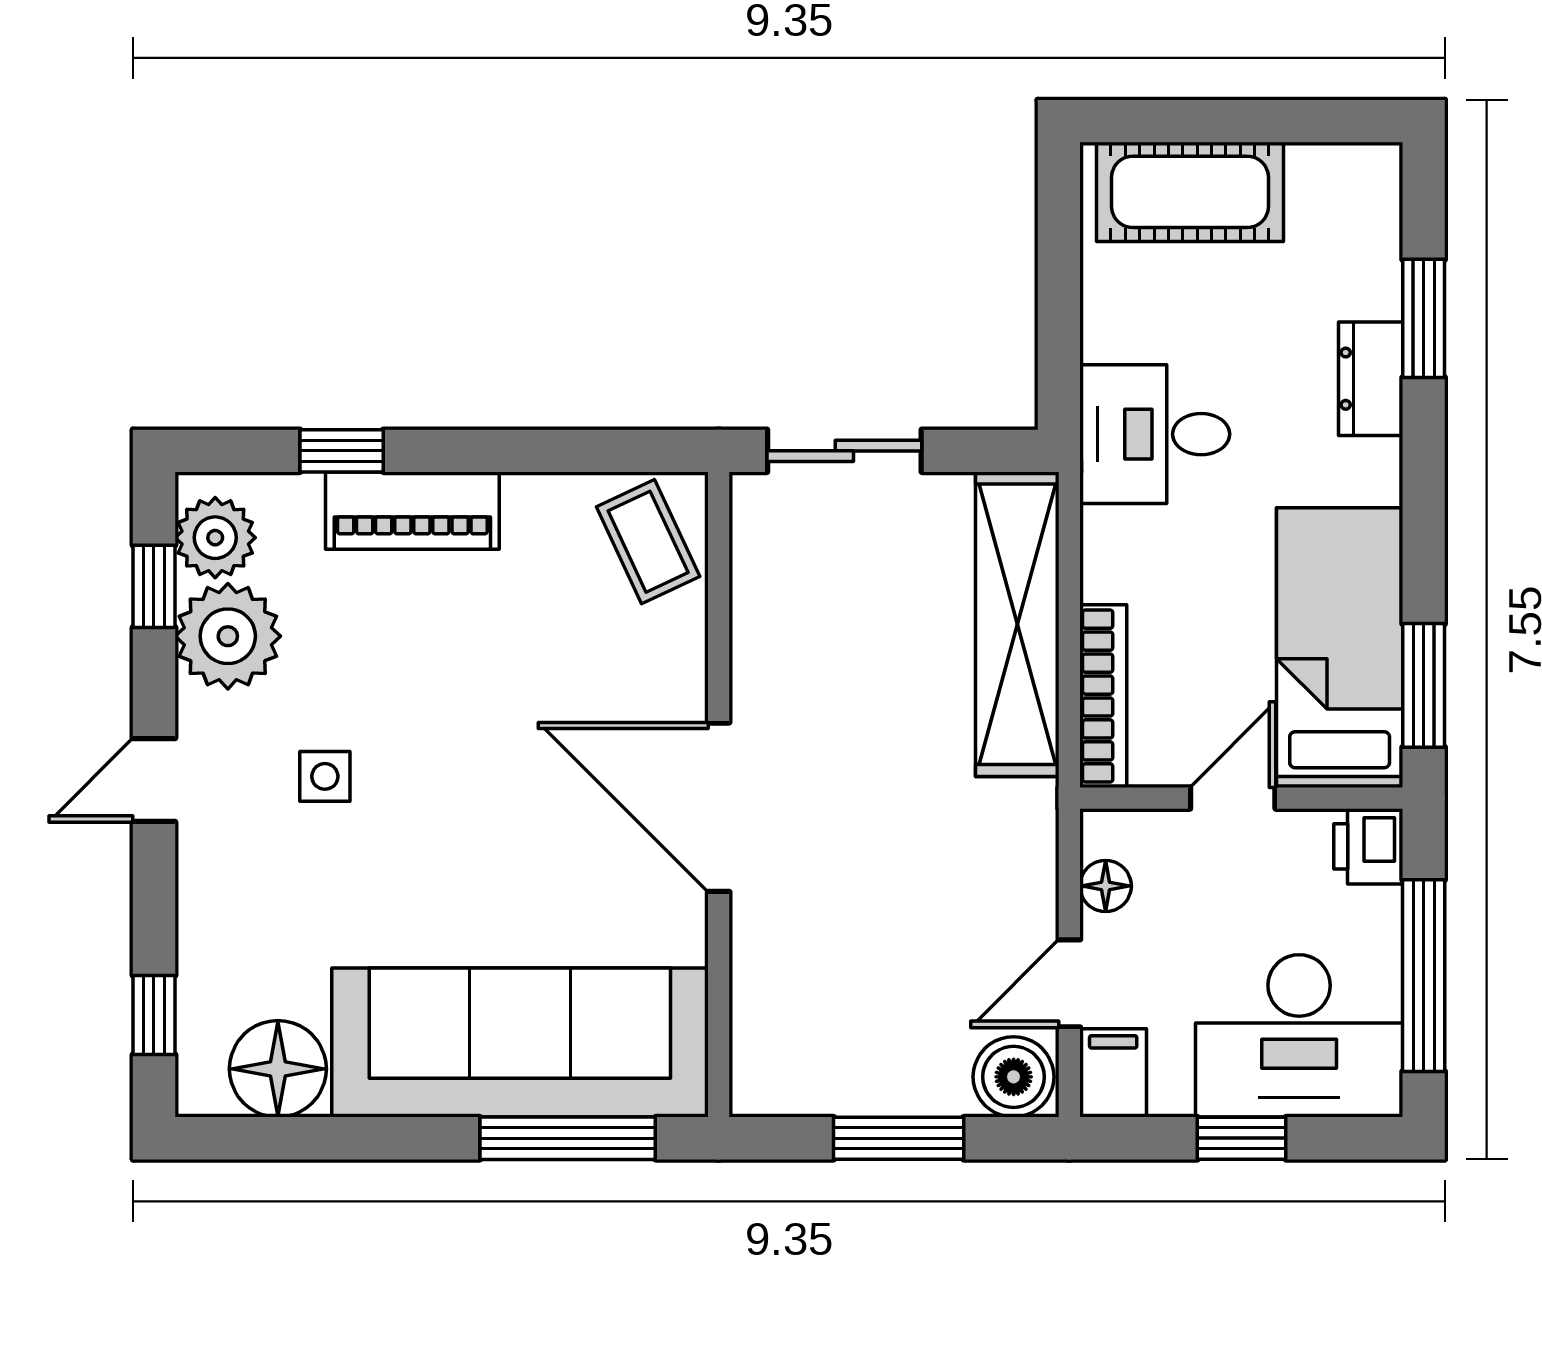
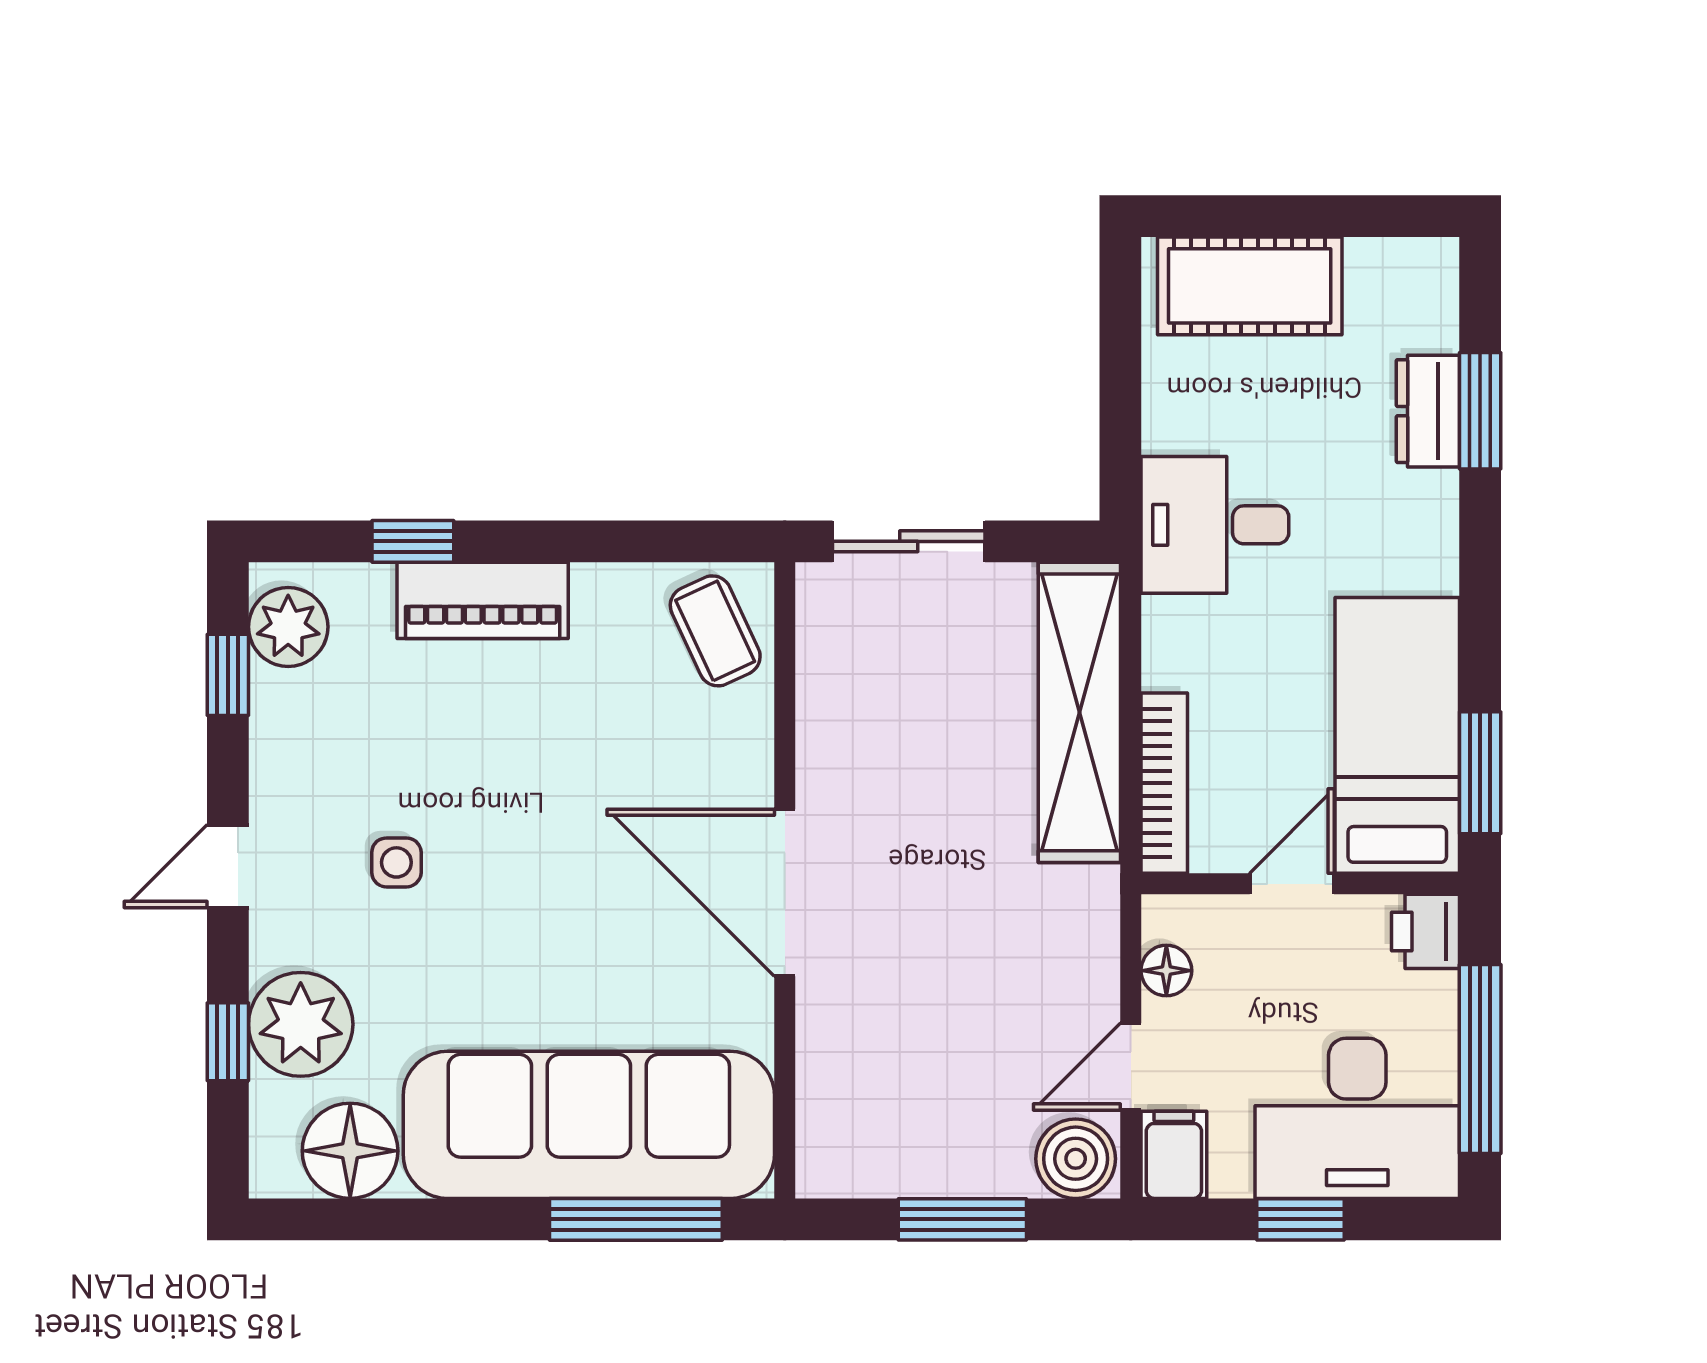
dresser: (1371, 379) -> (1428, 411), moved
plant: (228, 636) -> (301, 1024), moved
window: (154, 1015) -> (228, 1042), moved

